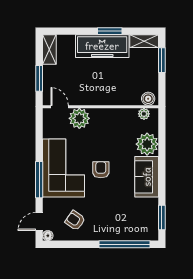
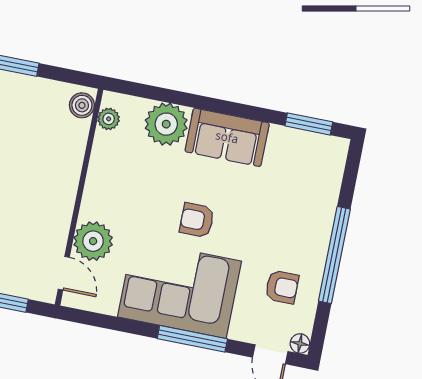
door: (60, 107) -> (64, 273), swing flipped
armchair: (75, 221) -> (282, 287), turned -125
window: (124, 244) -> (334, 255), moved

